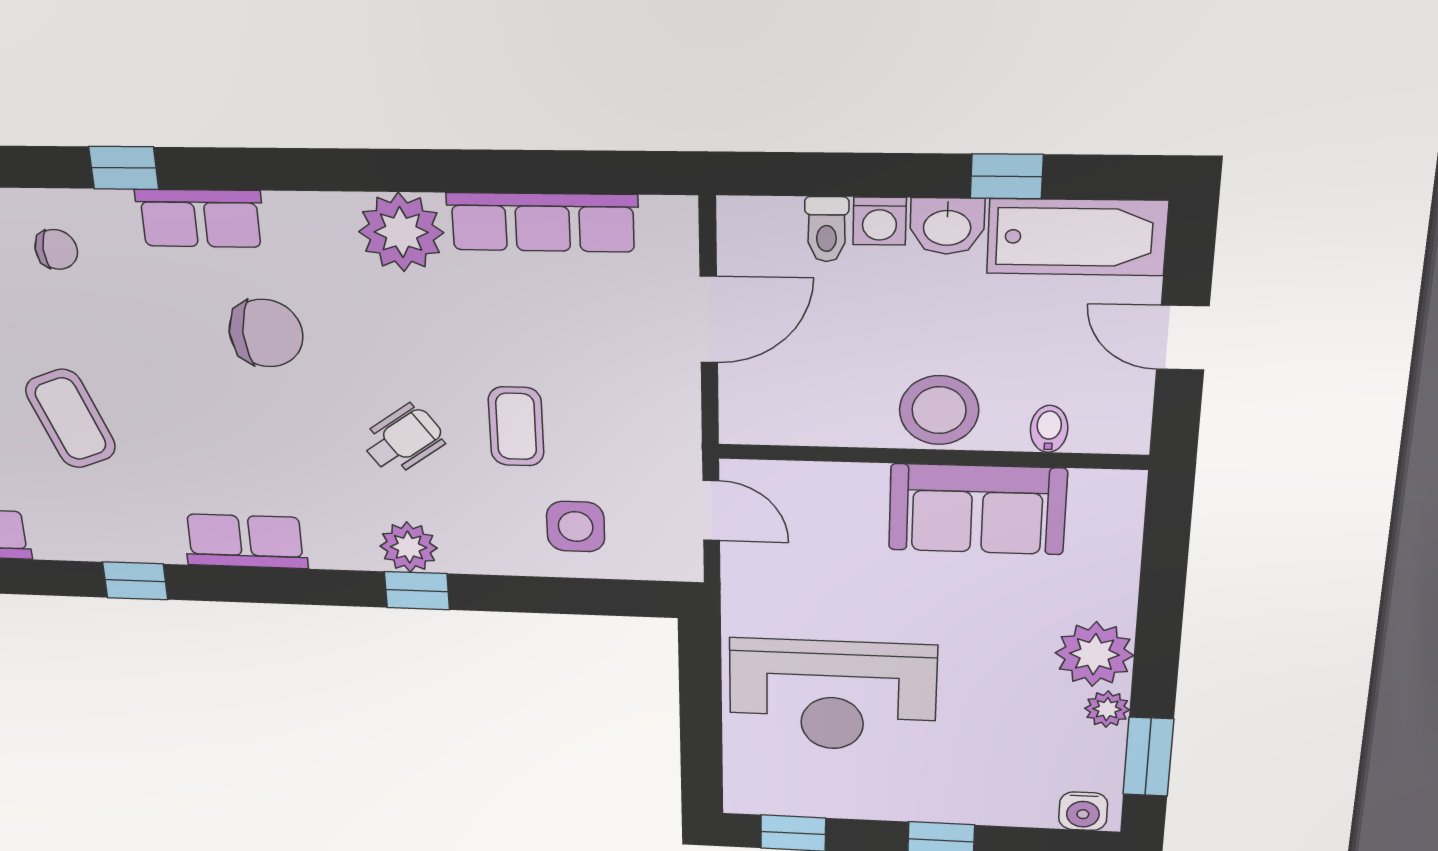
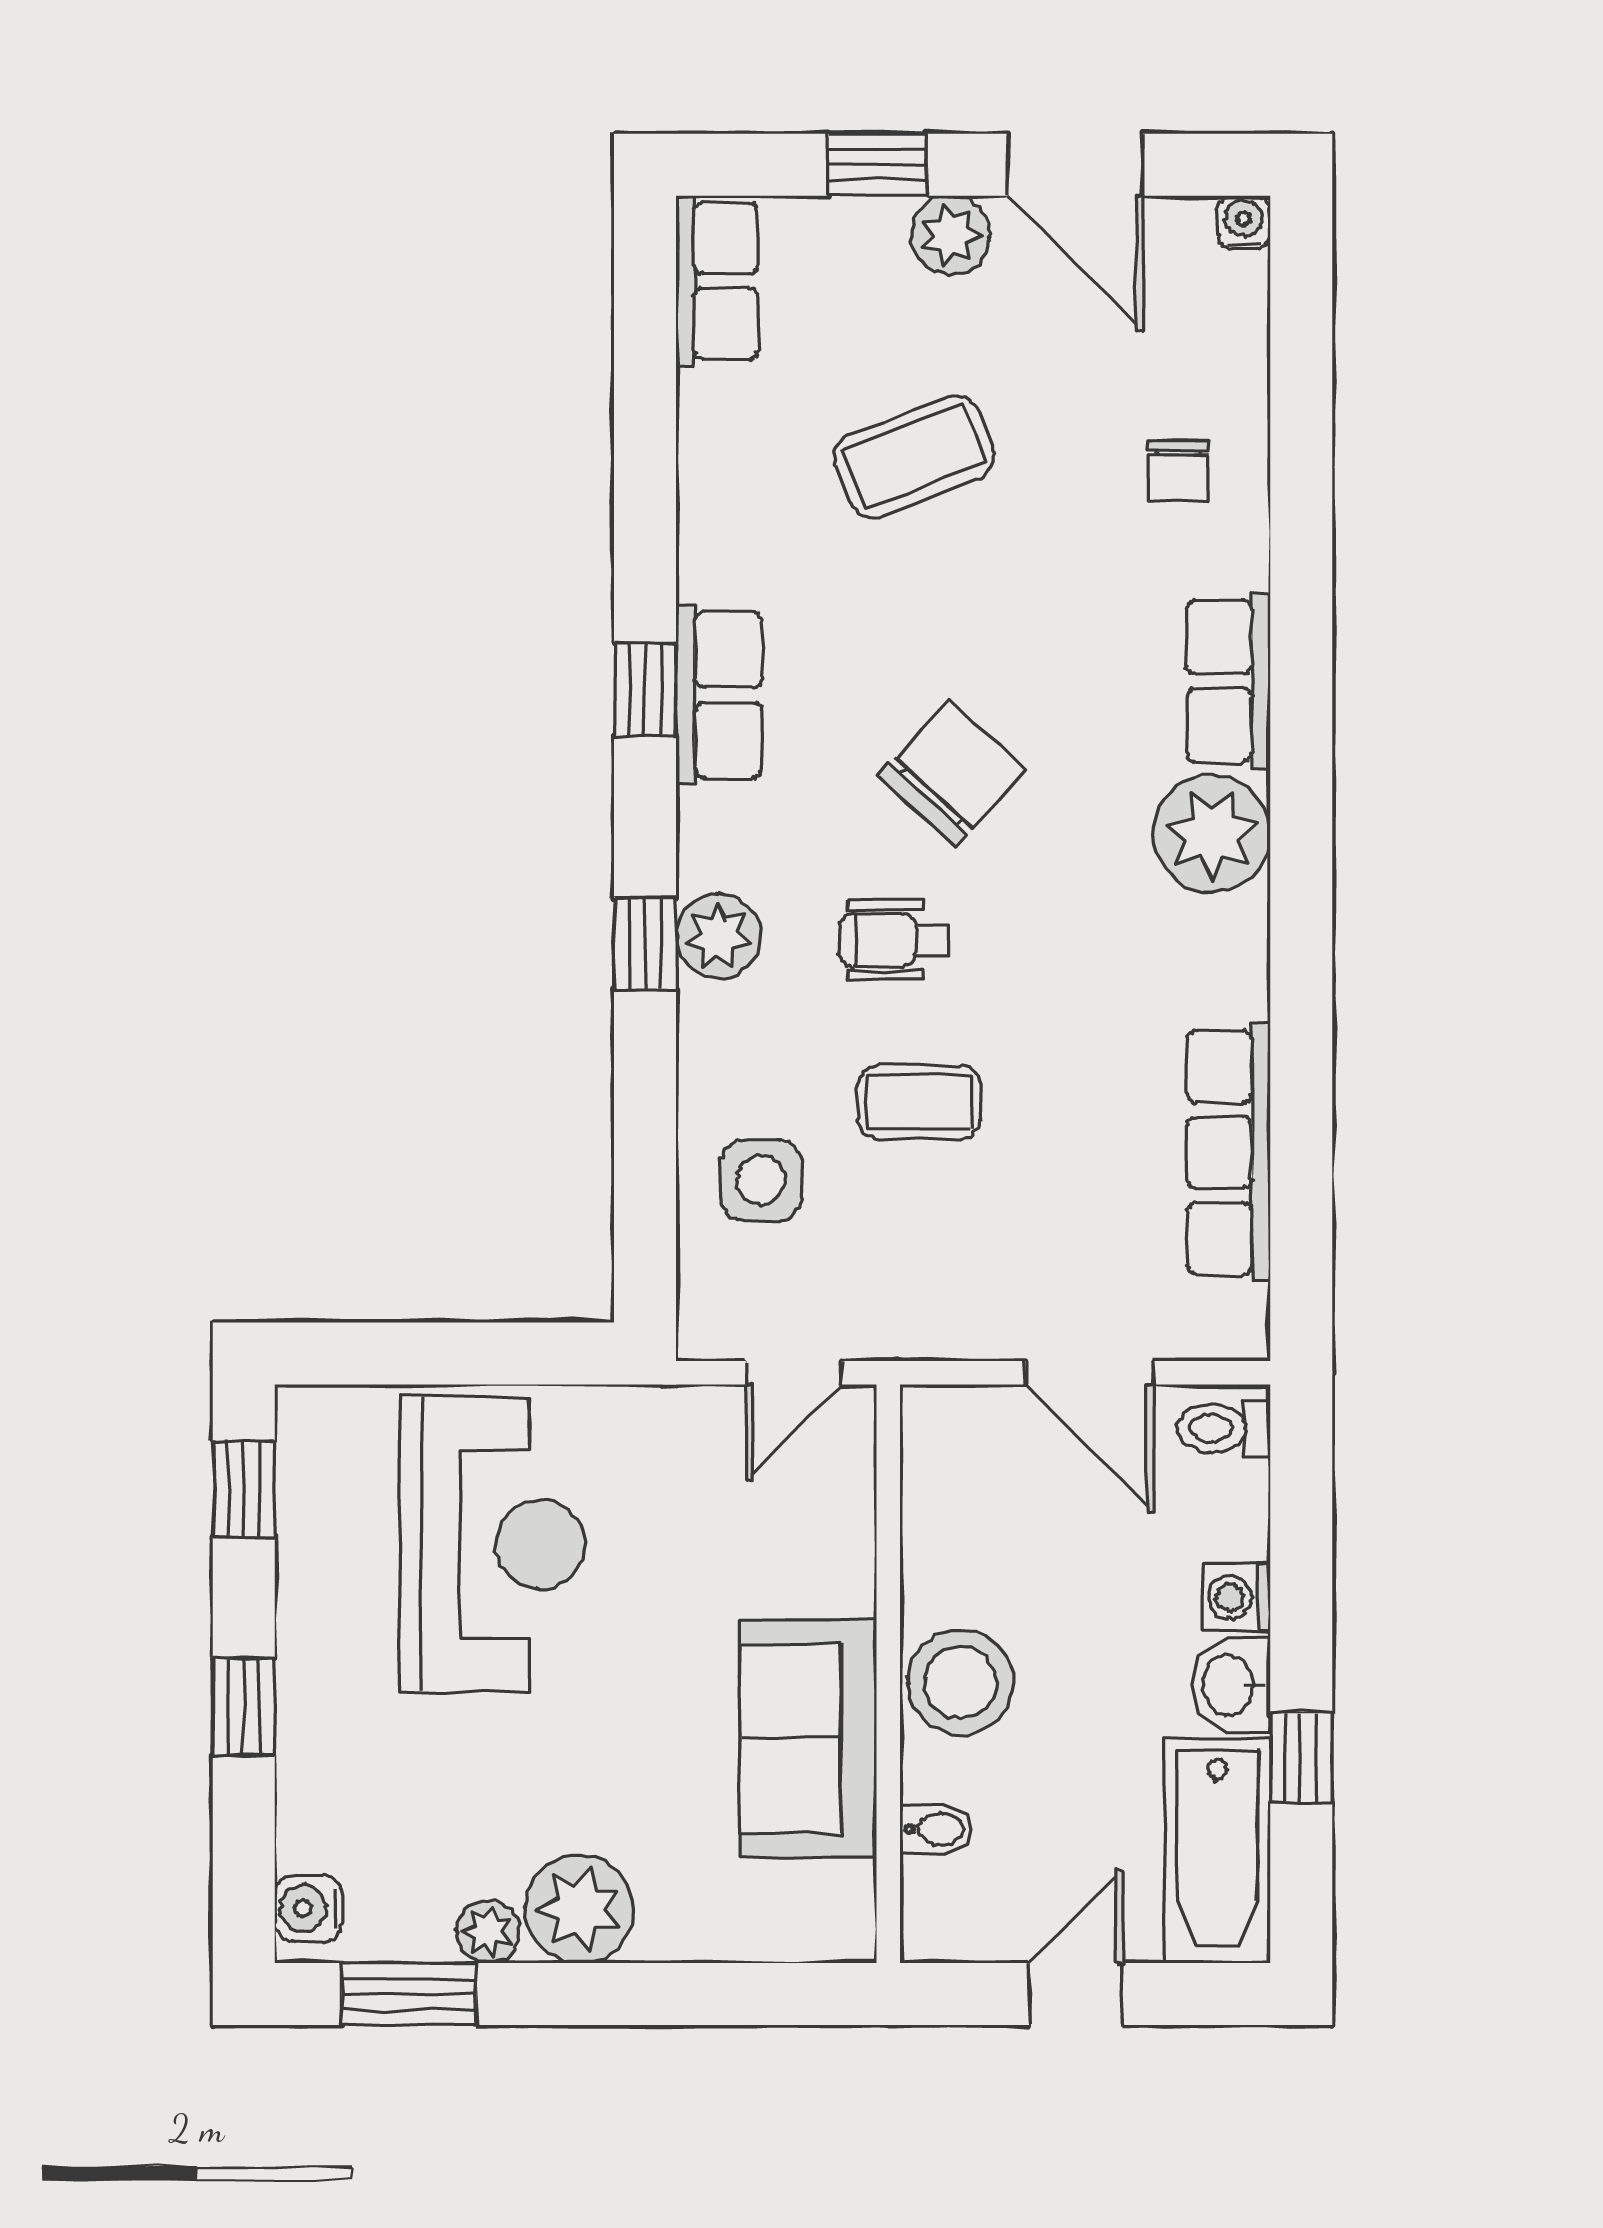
window: (124, 168) -> (1301, 582), removed
toilet: (827, 229) -> (1224, 1428), moved
plant: (401, 232) -> (1212, 834), moved
chair: (266, 333) -> (952, 773), moved, turned -138
wheelchair: (403, 439) -> (894, 940), turned 126
window: (135, 581) -> (645, 690), moved
reception desk: (832, 695) -> (492, 1544), turned 180

